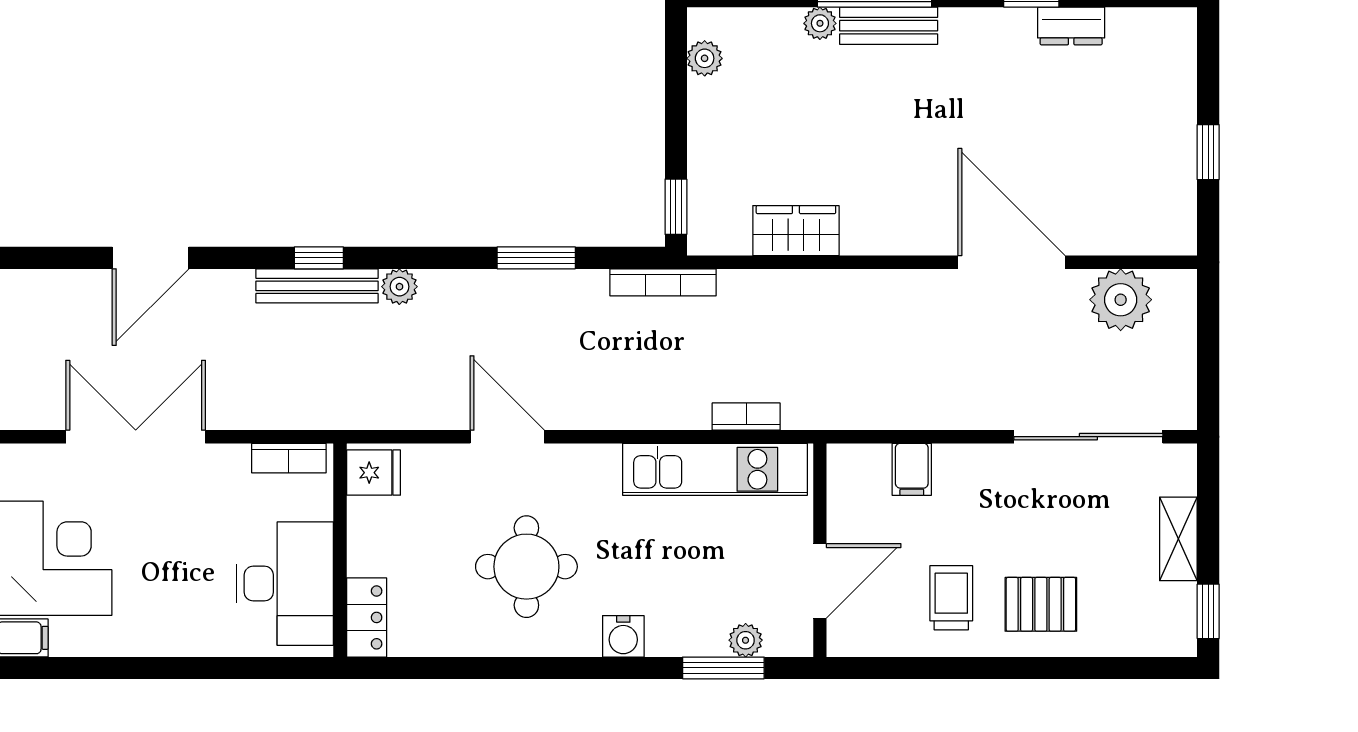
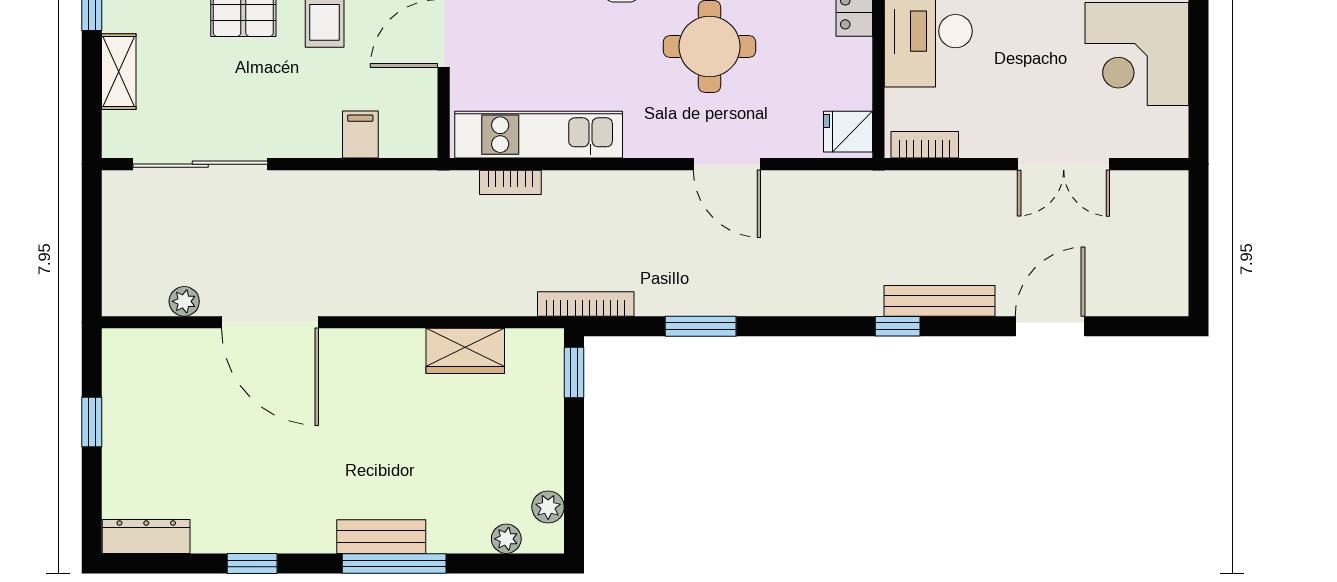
plant: (820, 23) -> (506, 539), moved
dresser: (1071, 26) -> (146, 536), moved, width x1.44
bench: (317, 286) -> (939, 301), moved
plant: (399, 287) -> (825, 300), removed
plant: (1121, 300) -> (184, 301), width x0.53, depth x0.53
double door: (136, 437) -> (1064, 164), width x0.73

